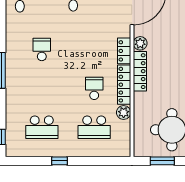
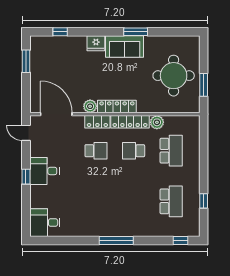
school desk: (42, 49) -> (96, 151), moved, turned 180
window: (60, 161) -> (204, 201), moved

